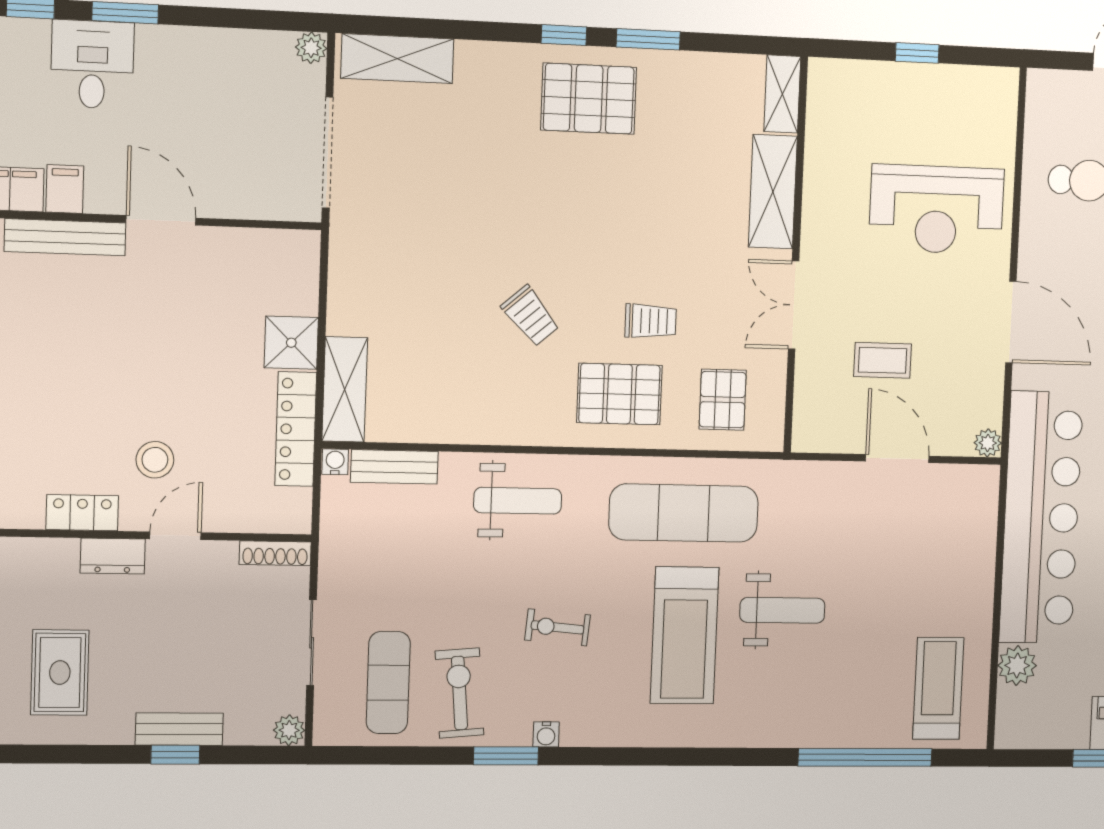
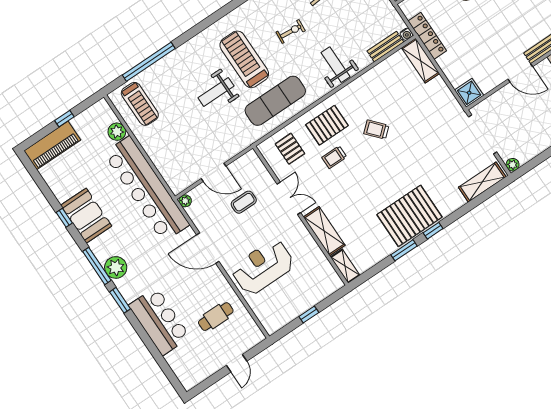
pallet: (589, 99) -> (410, 216), width x1.37, depth x1.41
shower: (291, 343) -> (469, 93), moved
weight bench: (518, 501) -> (335, 65), turned 90

